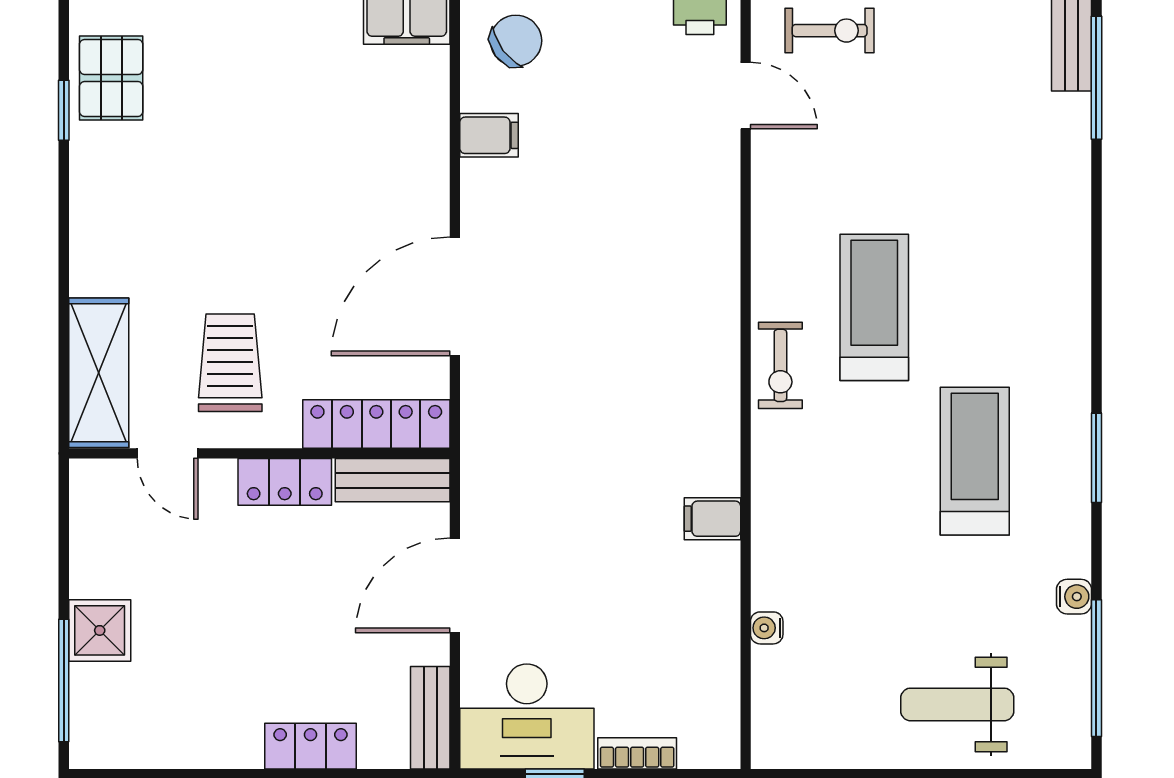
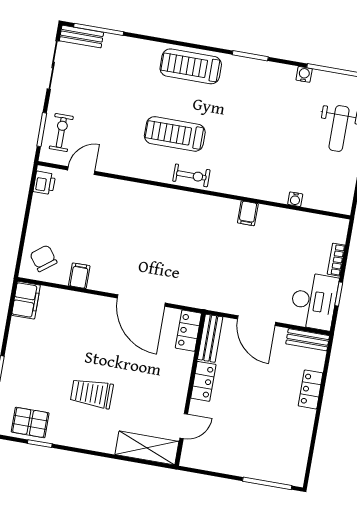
trolley: (230, 363) -> (92, 393), moved
locker: (376, 424) -> (188, 331), width x0.66
treadmill: (975, 461) -> (191, 66), moved
shower: (100, 630) -> (250, 465), removed

